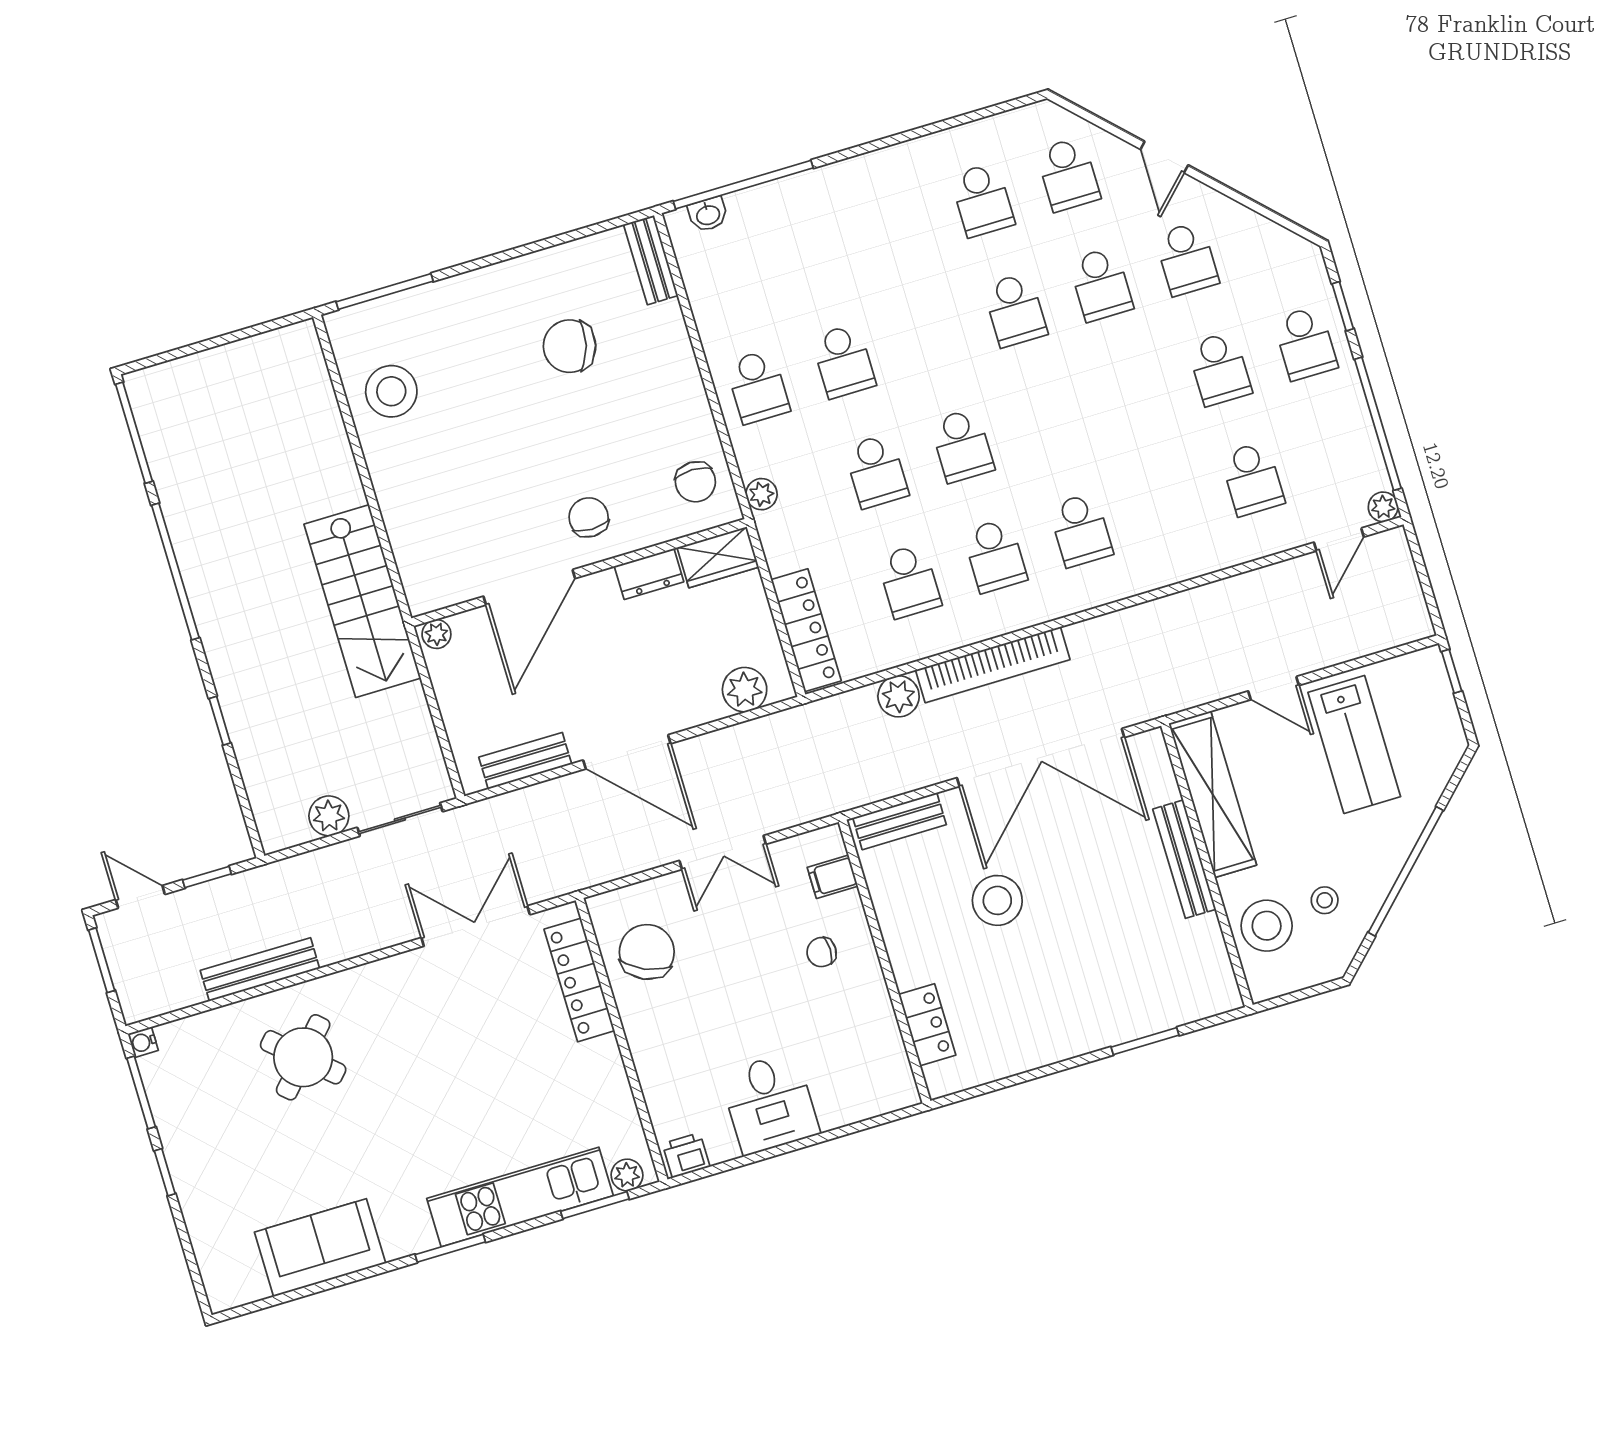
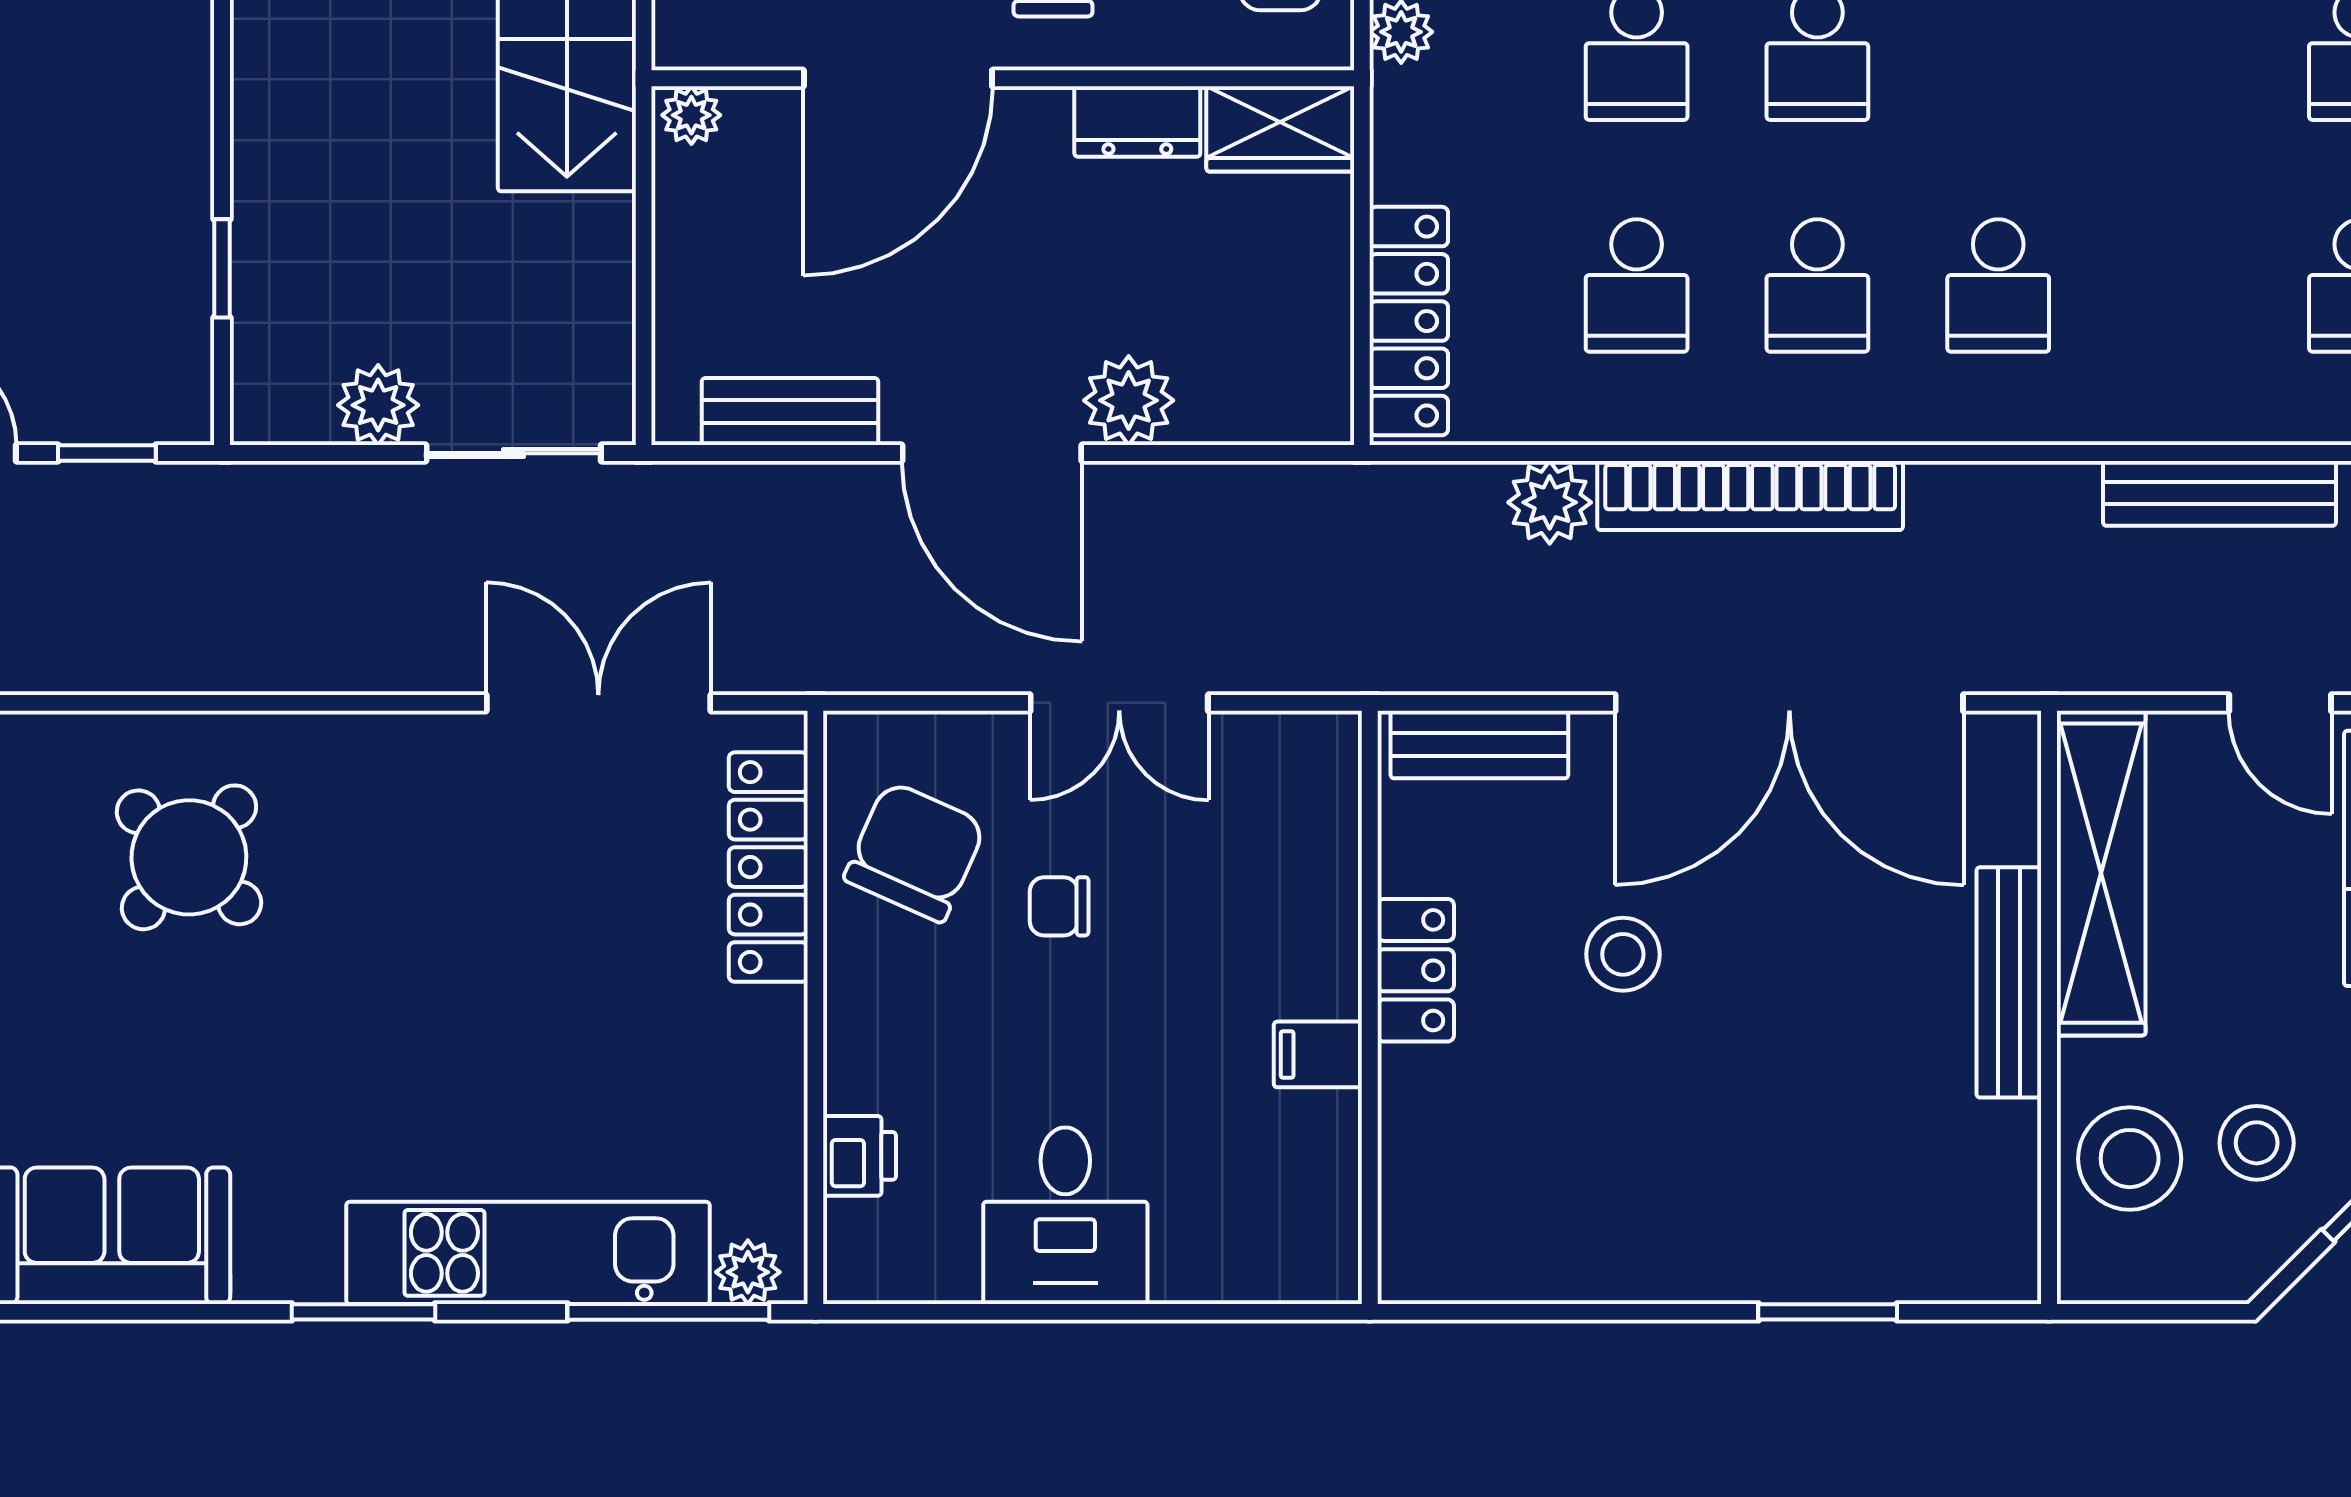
plant: (745, 690) -> (1129, 400), moved
window: (220, 721) -> (222, 268), moved
filing cabinet: (833, 877) -> (1318, 1054), moved
stool: (997, 900) -> (1623, 954), width x0.73, depth x0.73
stool: (1325, 900) -> (2257, 1143), width x1.37, depth x1.37
chair: (822, 952) -> (1059, 906), moved
bench: (260, 969) -> (2219, 493), moved
locker: (927, 1025) -> (1416, 970), moved
printer: (686, 1155) -> (859, 1156), moved, turned 90
window: (595, 1205) -> (668, 1312), width x1.44

